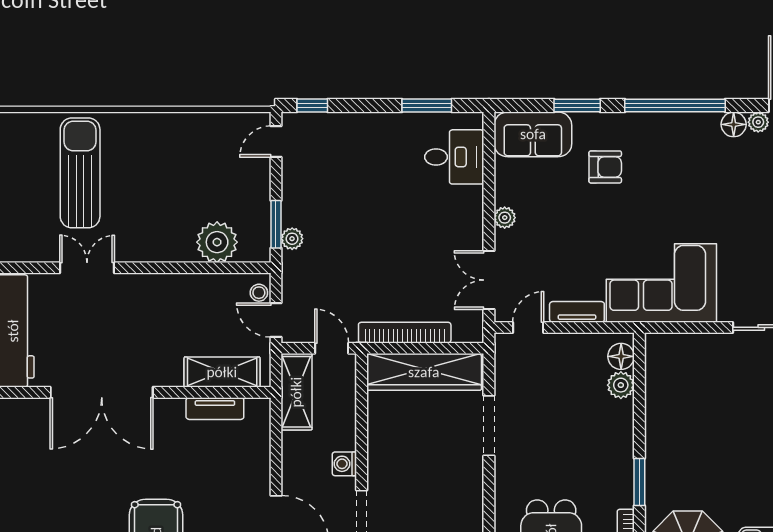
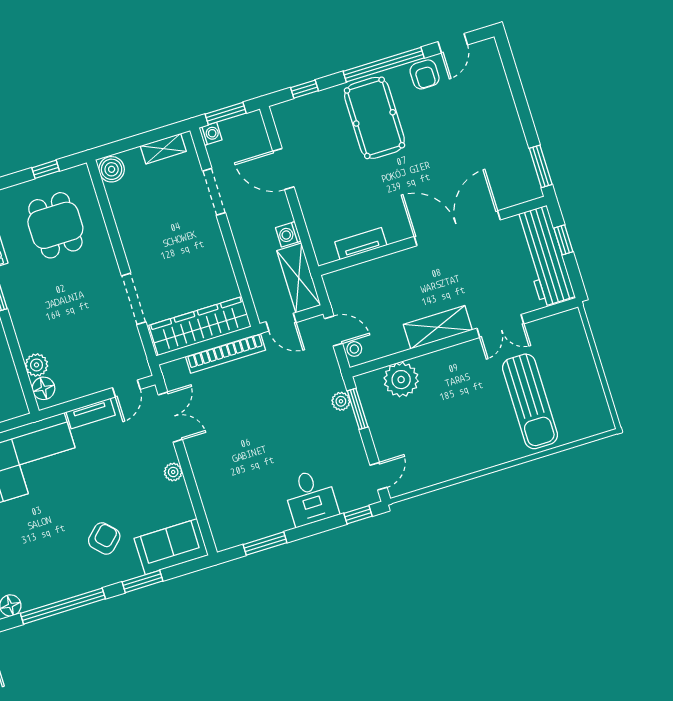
desk: (454, 157) -> (311, 497), moved, turned -90
armchair: (605, 167) -> (104, 538), turned 136
shelving: (222, 372) -> (438, 327), moved
washing machine: (344, 464) -> (288, 234), moved, turned 180

